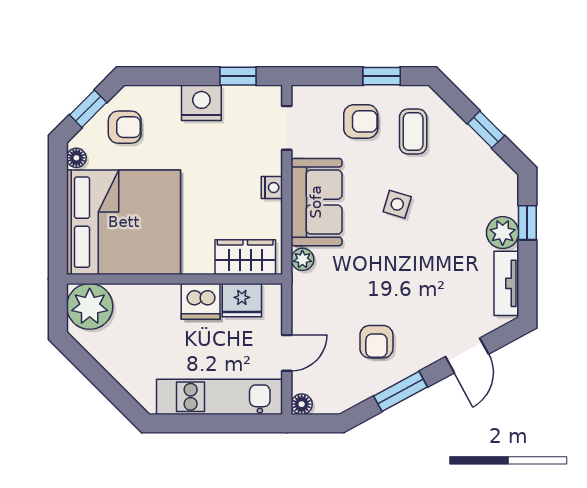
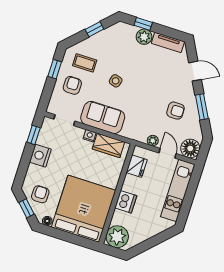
wardrobe: (245, 257) -> (108, 145), moved, turned -90
plant: (302, 259) -> (153, 141), moved
dishwasher: (201, 301) -> (126, 202), moved
floor lamp: (302, 404) -> (190, 148), width x1.89, depth x1.89

